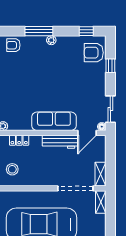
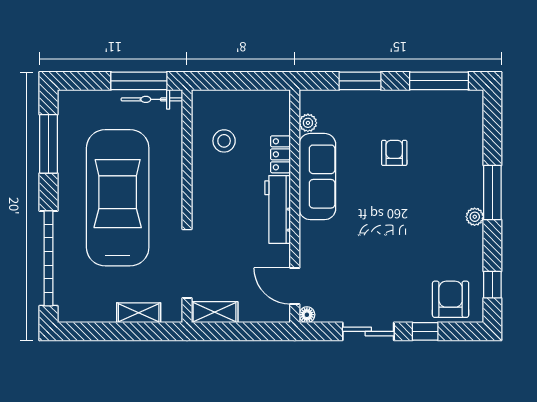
armchair: (13, 45) -> (394, 153), moved
sliding door: (110, 109) -> (368, 331), moved
sofa: (54, 121) -> (317, 177), moved
workbench: (60, 142) -> (278, 209), moved
shelving: (101, 202) -> (139, 313), moved

